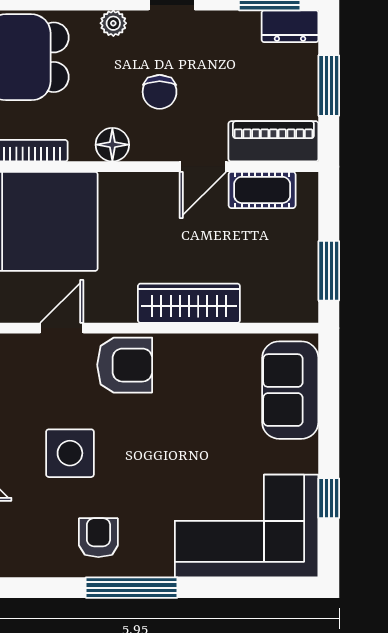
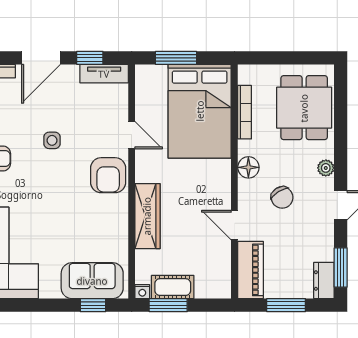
chair: (160, 92) -> (282, 197), turned -122
cot: (262, 190) -> (173, 287), moved, turned 90
nightstand: (307, 311) -> (142, 292), added
side table: (70, 453) -> (52, 140), width x0.54, depth x0.54
window: (329, 498) -> (93, 305), moved

